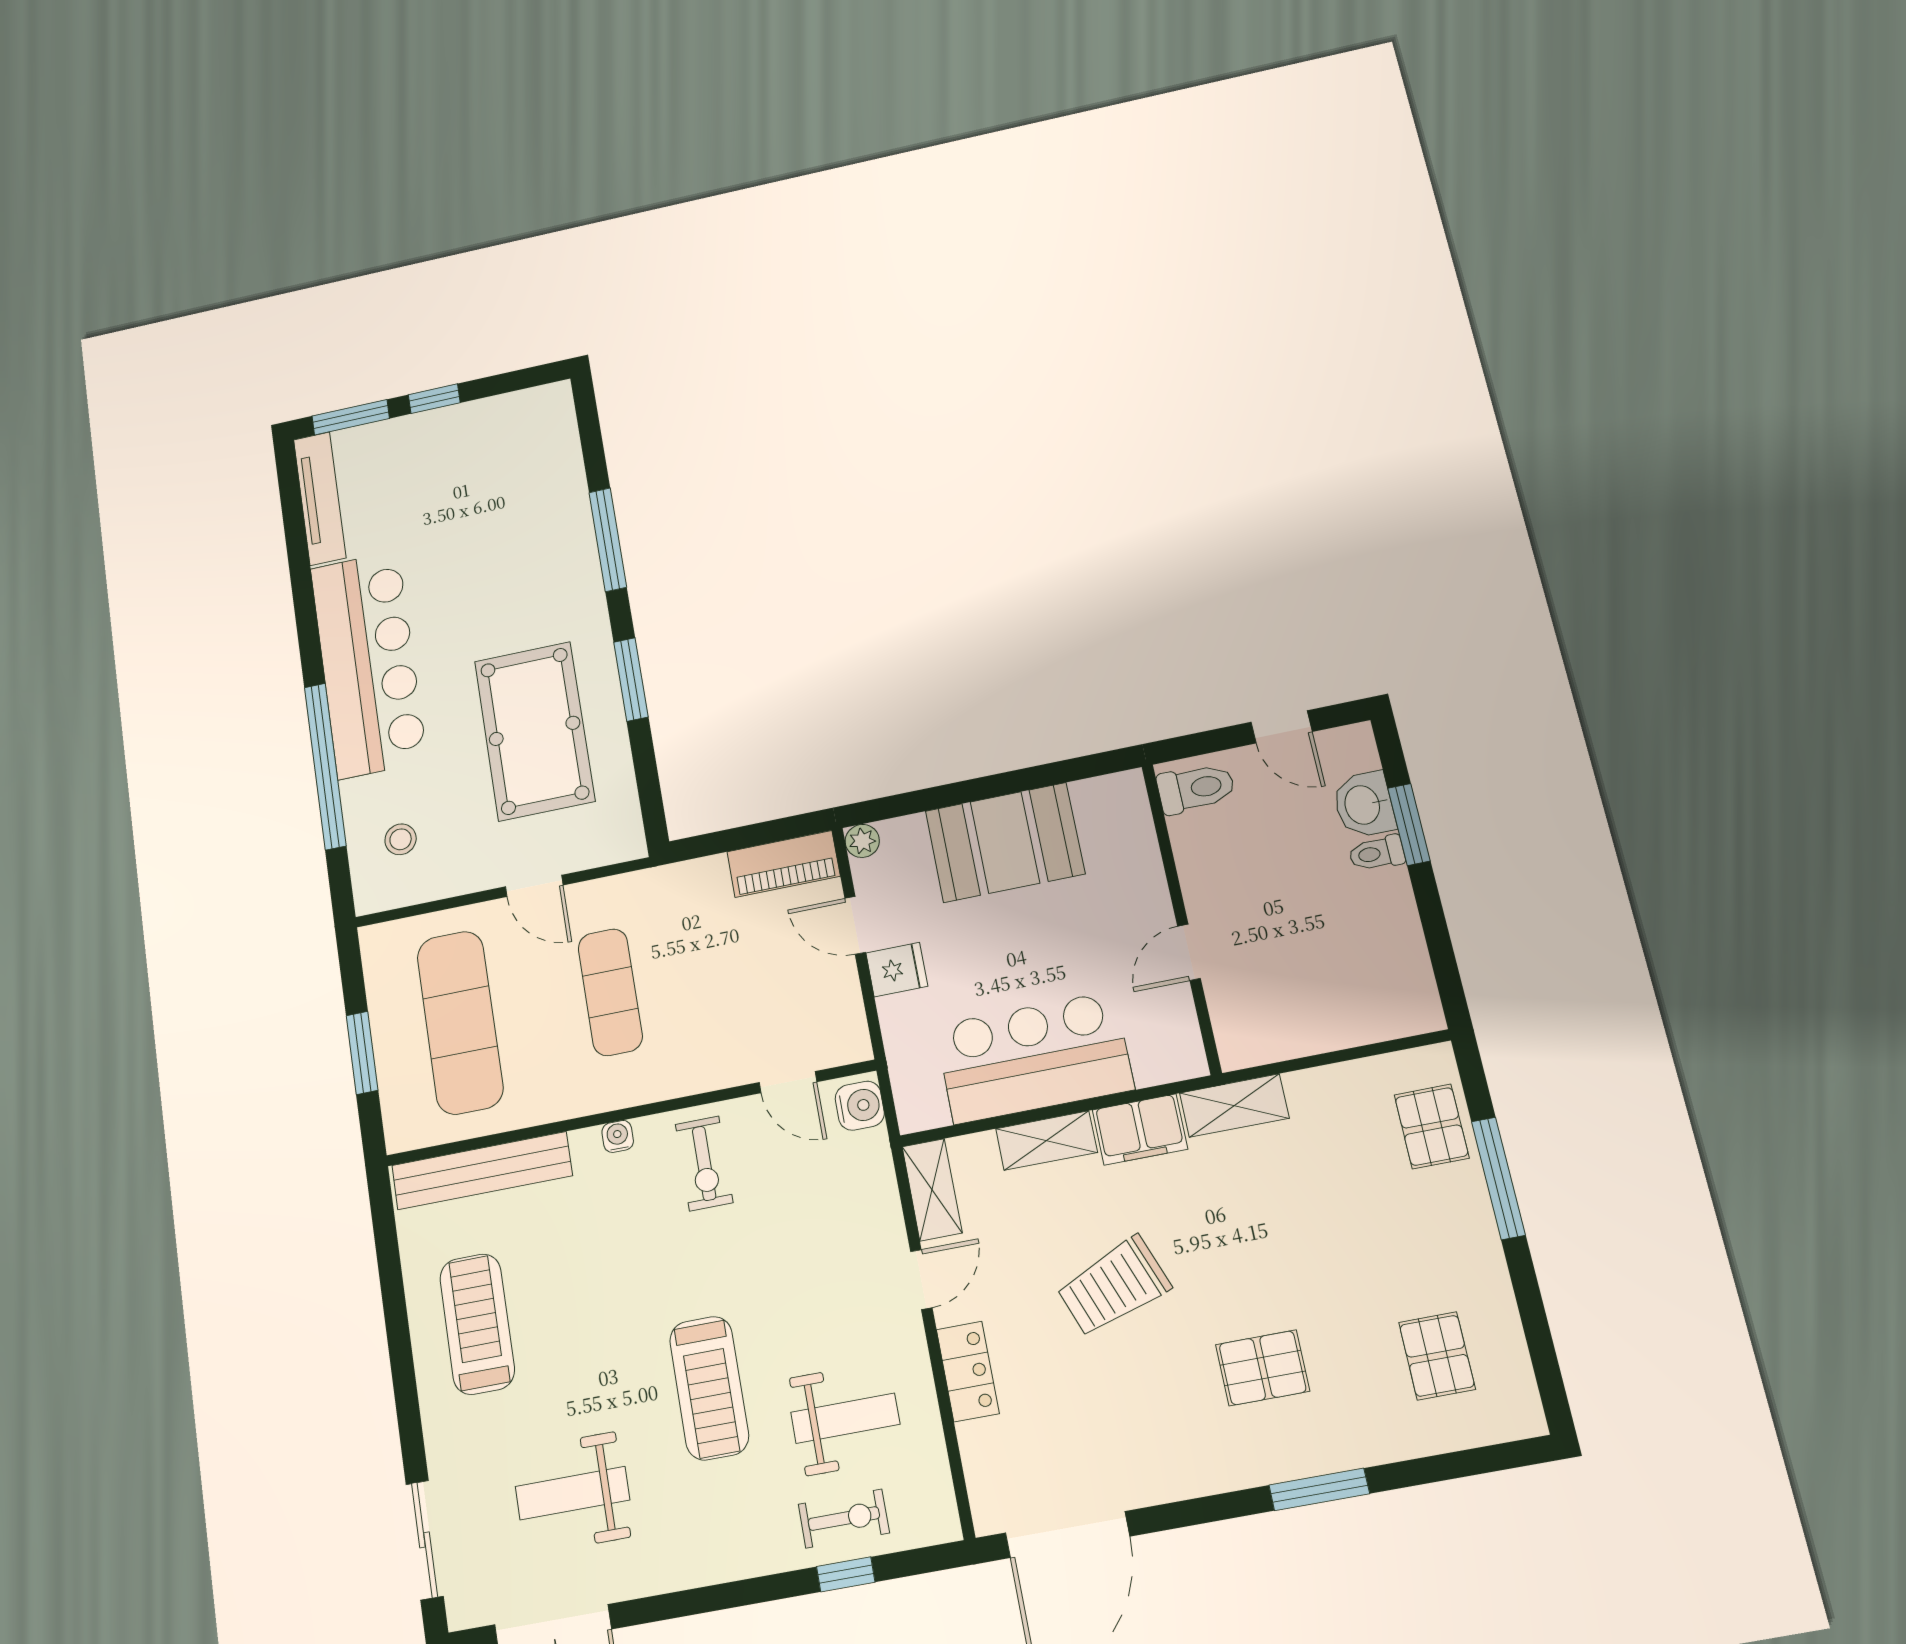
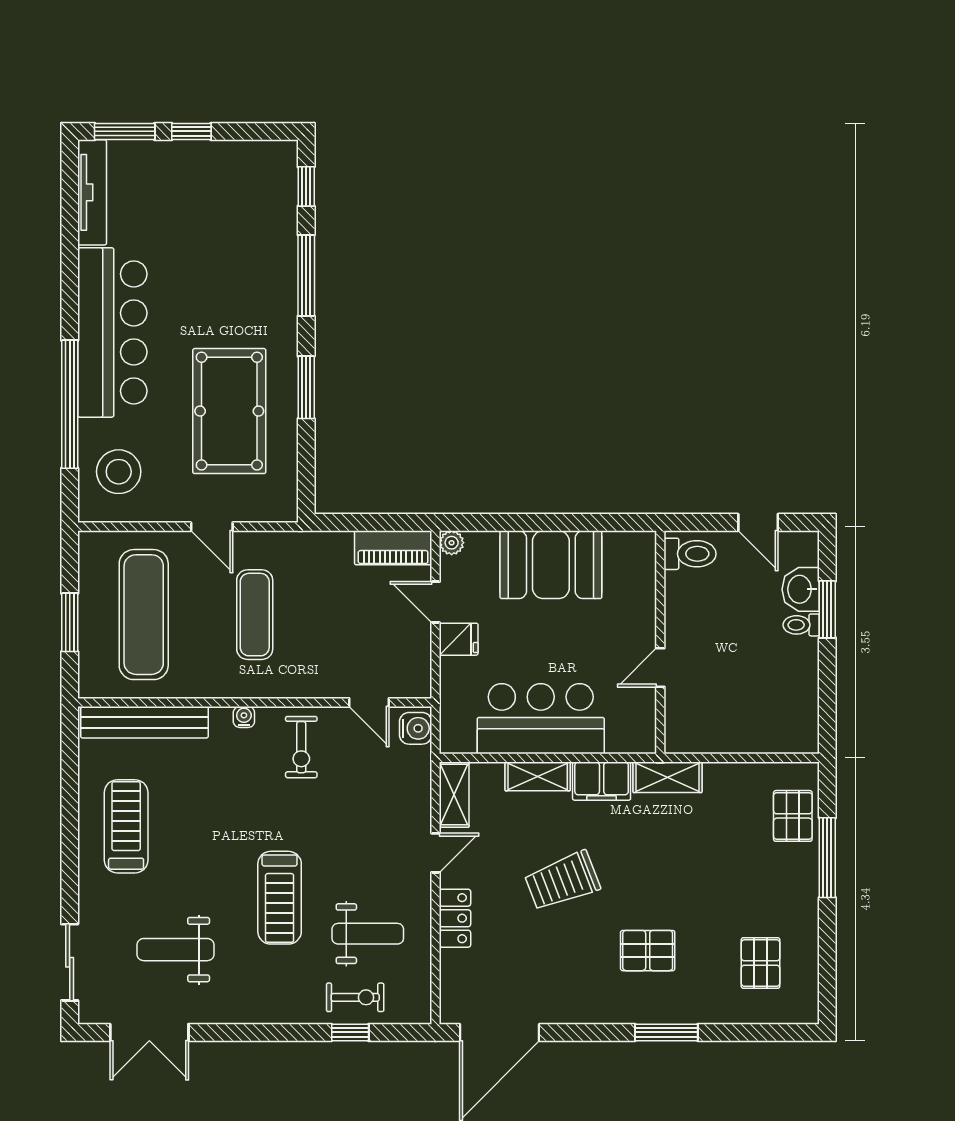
window: (590, 432) -> (306, 186), added
stool: (401, 839) -> (119, 472), width x1.89, depth x1.89

